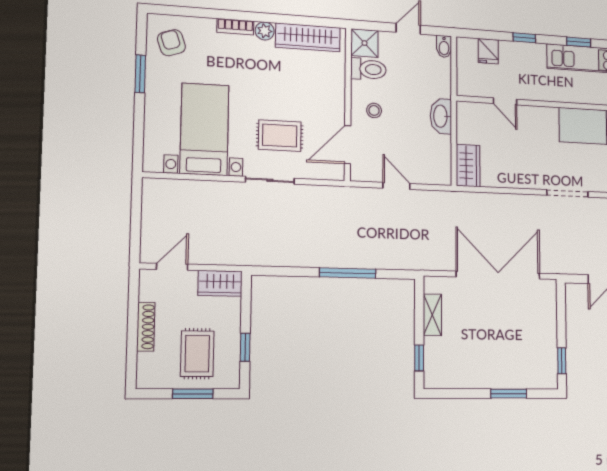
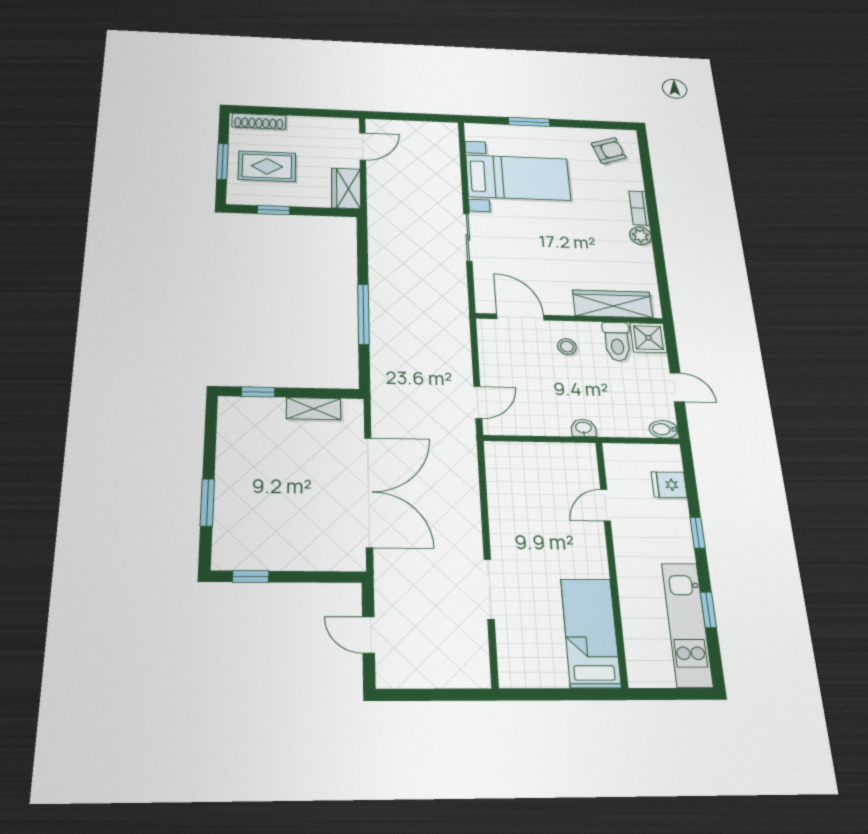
wardrobe: (308, 37) -> (613, 304), moved, turned 90
window: (140, 74) -> (529, 122), moved
washbasin: (441, 116) -> (584, 428), width x0.52, depth x0.69
rug: (280, 136) -> (521, 248), removed
wardrobe: (468, 166) -> (512, 456), removed
door: (396, 186) -> (478, 402), moved
door: (172, 267) -> (363, 146), hinge flipped
shoe rack: (146, 327) -> (259, 121), moved

